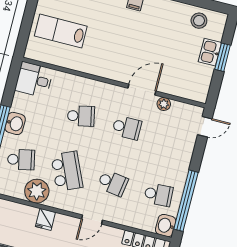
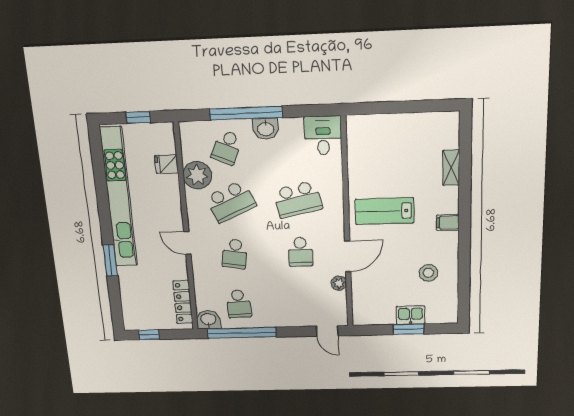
stool: (199, 21) -> (428, 273), moved
lab bench: (61, 31) -> (385, 211), moved, turned -90
door: (142, 90) -> (348, 256), hinge flipped
school desk: (81, 116) -> (298, 199), width x1.85
school desk: (21, 160) -> (227, 147), turned 36
fridge: (45, 219) -> (167, 164), moved

